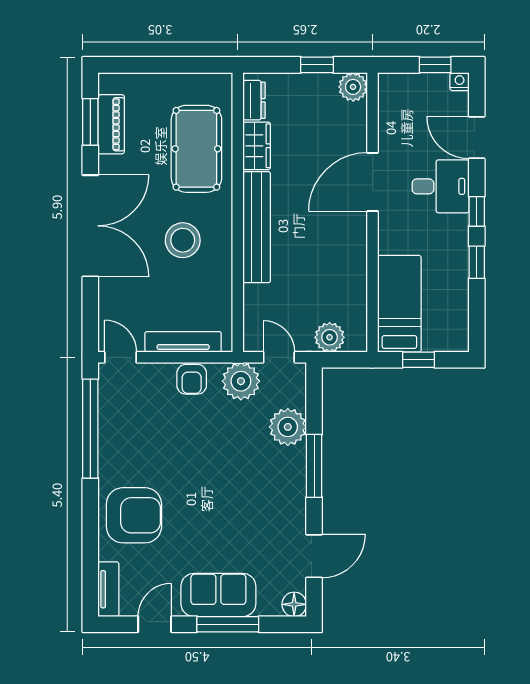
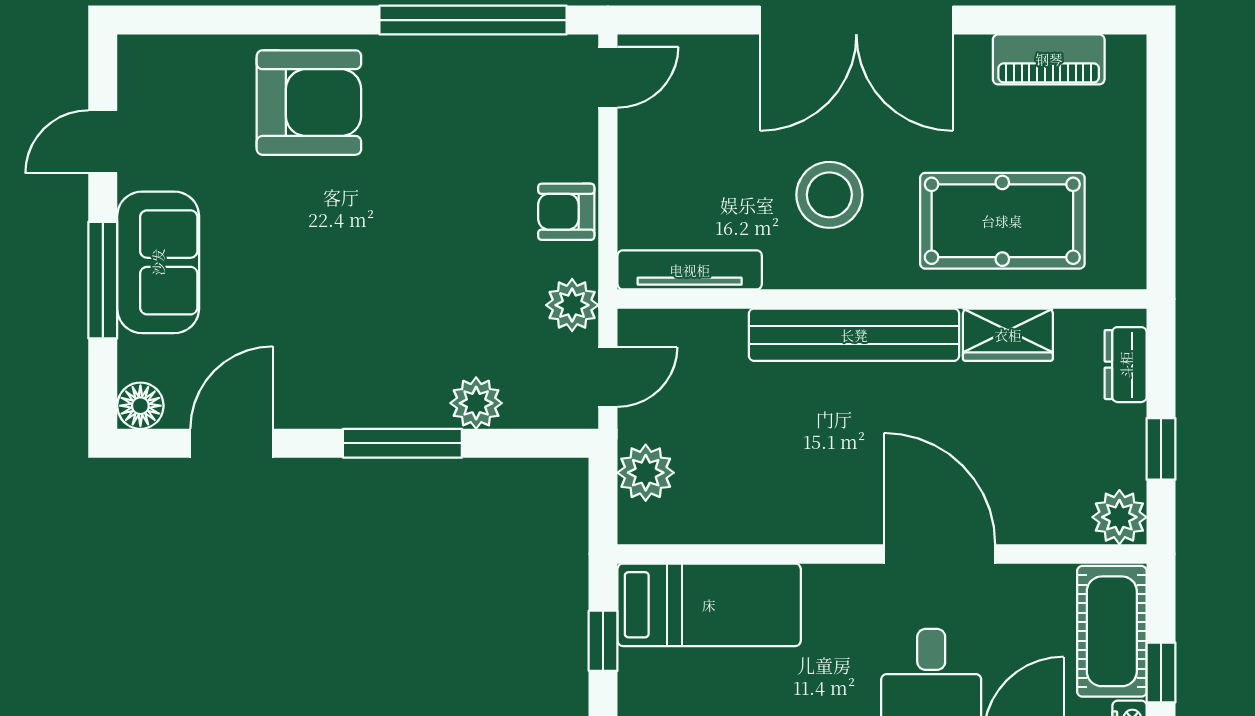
cot: (413, 91) -> (1112, 631), added
dresser: (254, 100) -> (1126, 365), moved, turned 90
window: (90, 122) -> (1053, 20), removed
tv unit: (183, 342) -> (690, 270), moved, turned -90
plant: (241, 381) -> (572, 305), width x0.73, depth x0.73
plant: (288, 427) -> (476, 403), width x0.73, depth x0.73
armchair: (134, 515) -> (309, 103), turned -90
door: (314, 556) -> (232, 443), swing flipped
tv unit: (108, 589) -> (169, 54), removed
door: (155, 624) -> (103, 142), swing flipped

